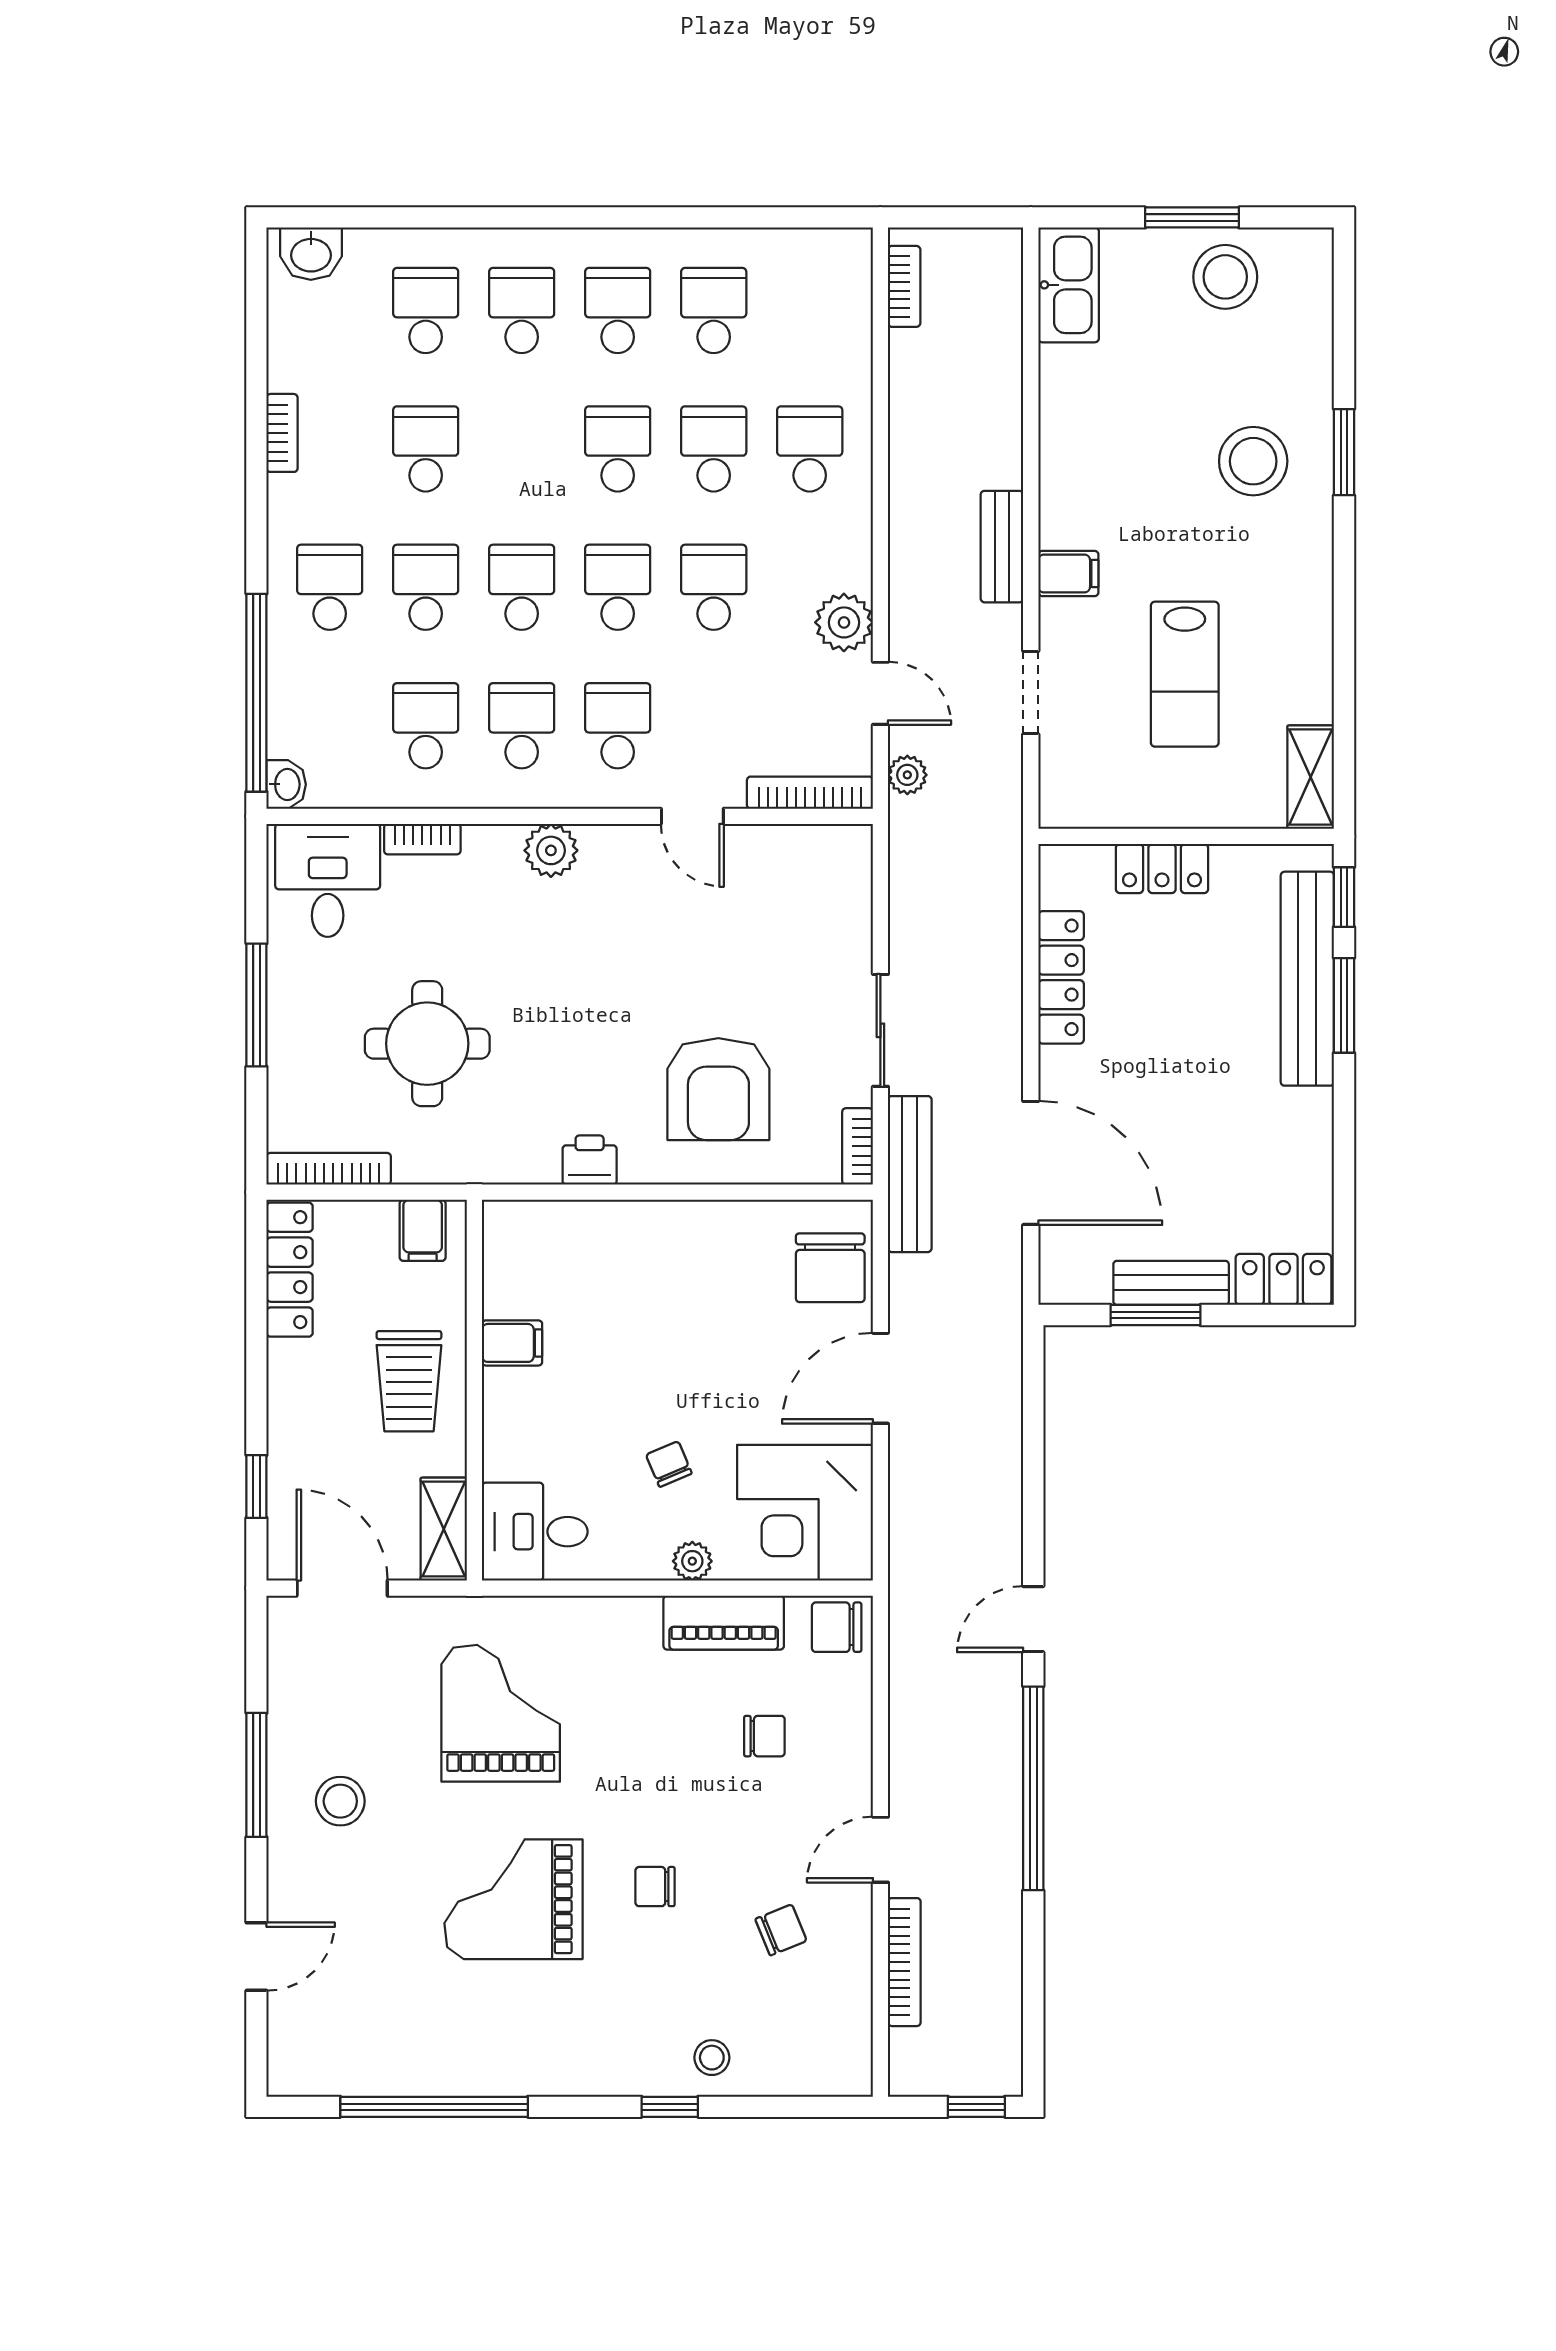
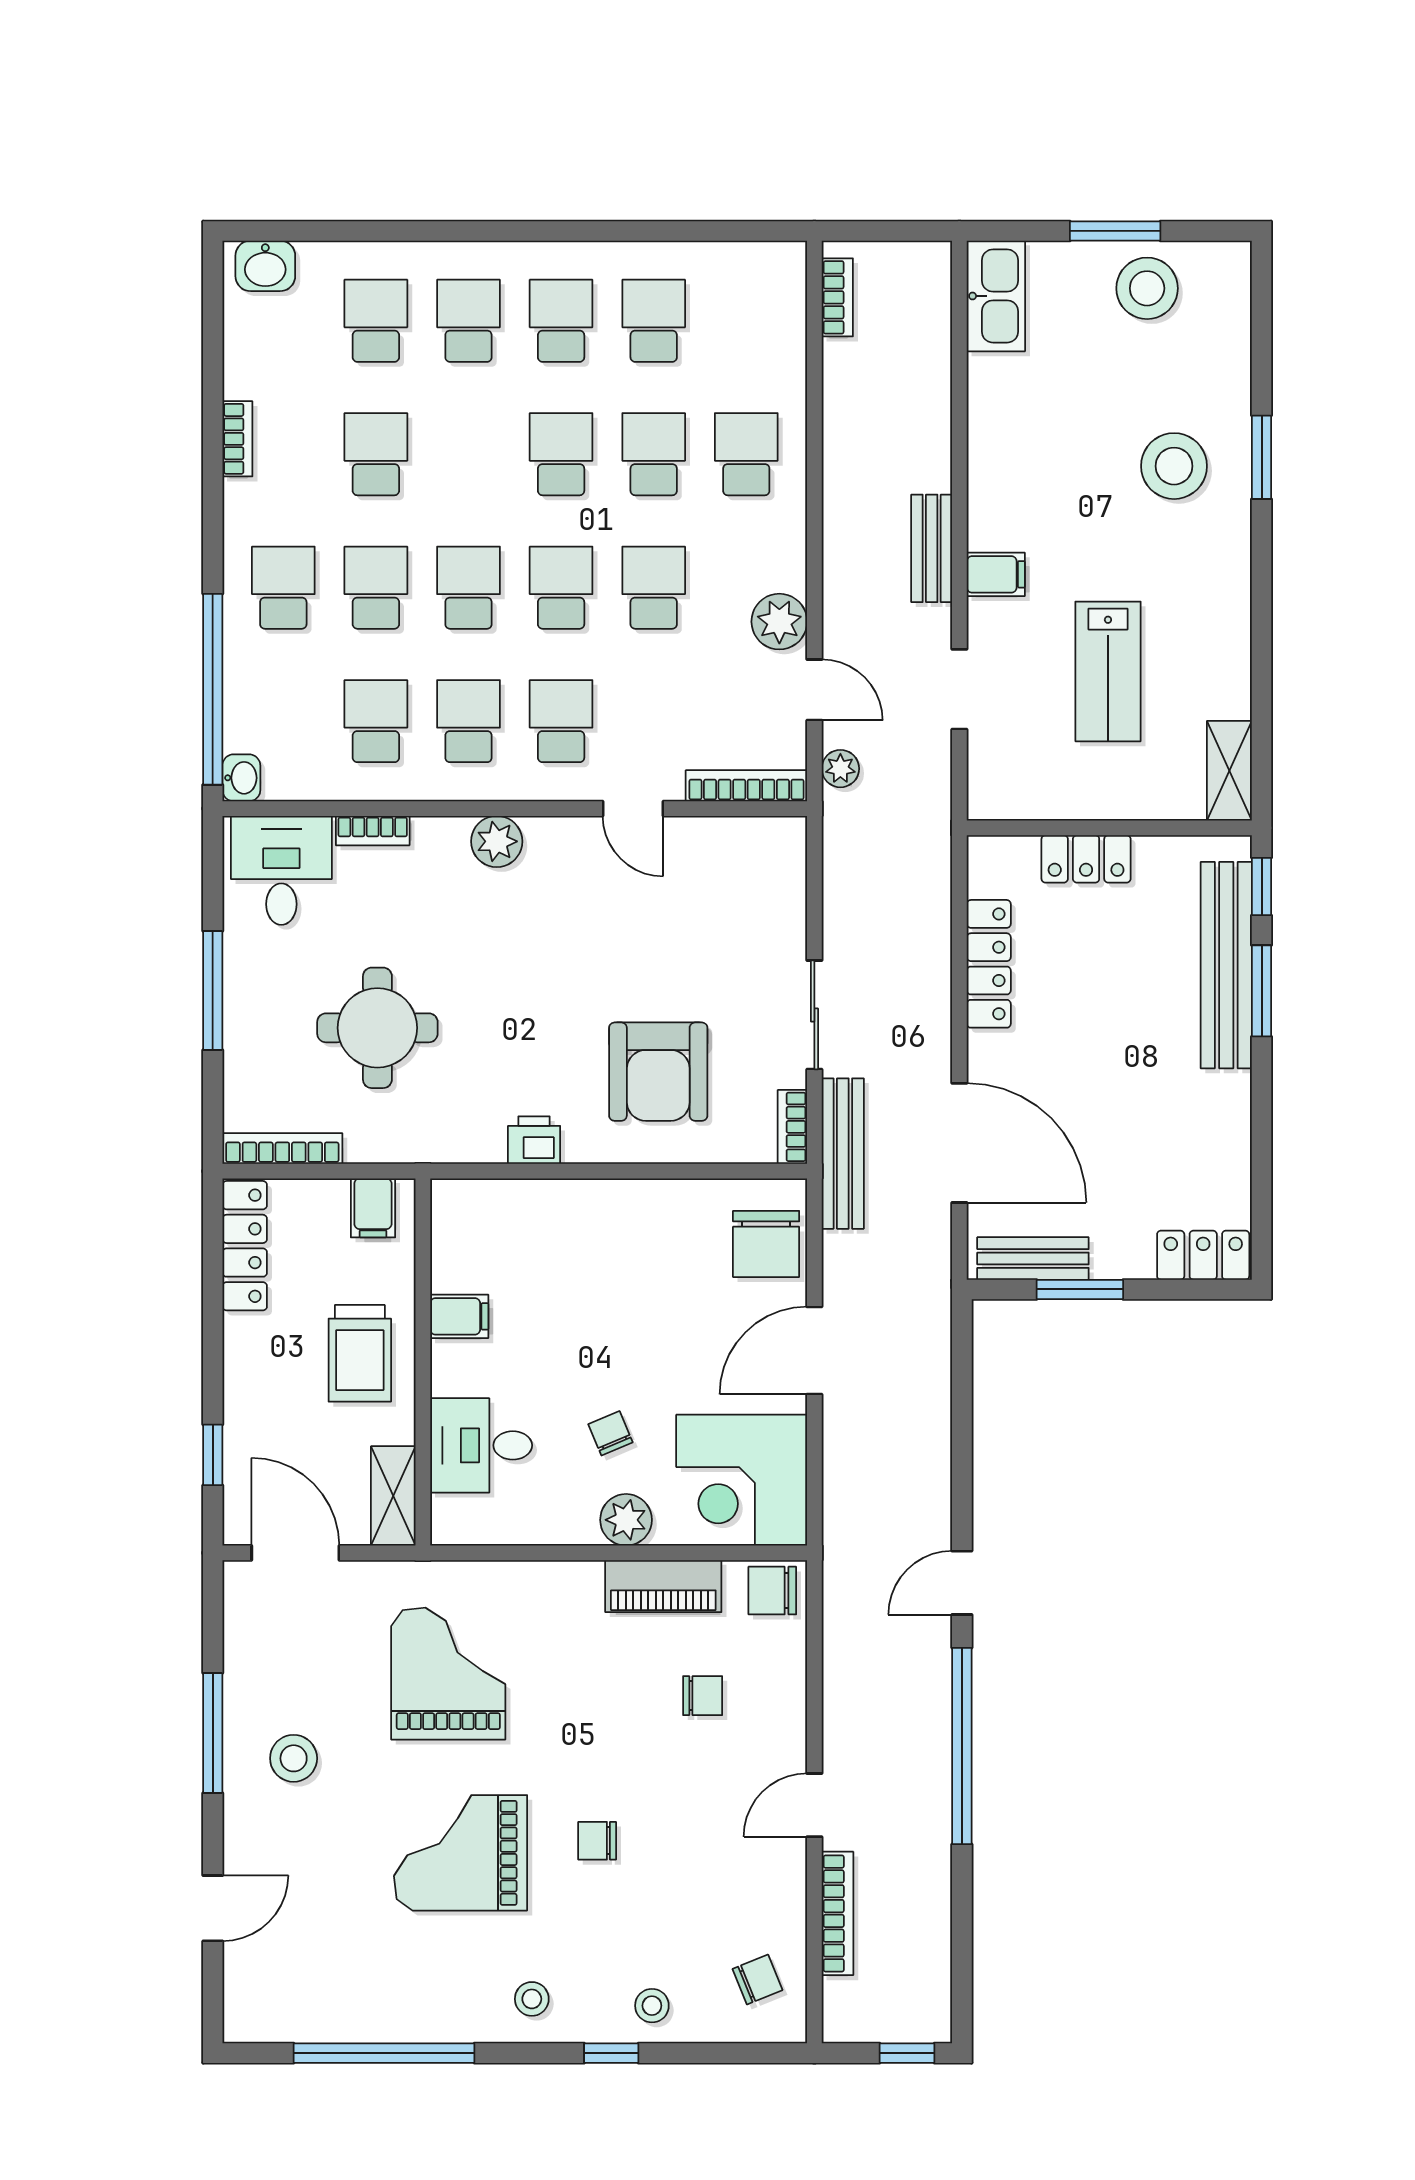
bench: (1171, 1283) -> (1033, 1259), moved
desk: (535, 1532) -> (481, 1445), moved
plant: (692, 1561) -> (626, 1520), width x1.38, depth x1.38
chair: (781, 1930) -> (757, 1979), moved
stool: (587, 2051) -> (532, 1999), added

